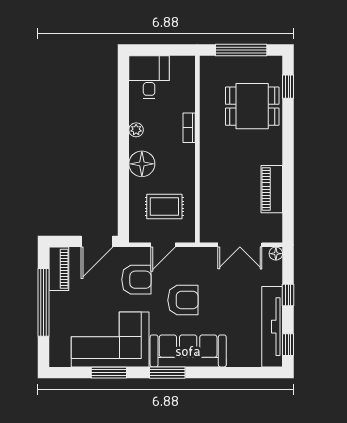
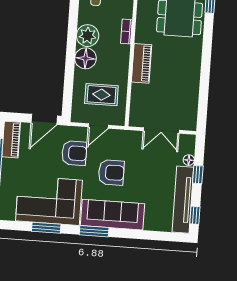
plant: (136, 130) -> (88, 36), width x1.88, depth x1.88
piano: (272, 189) -> (142, 63), moved, turned 180
floor lamp: (276, 254) -> (189, 160), moved

